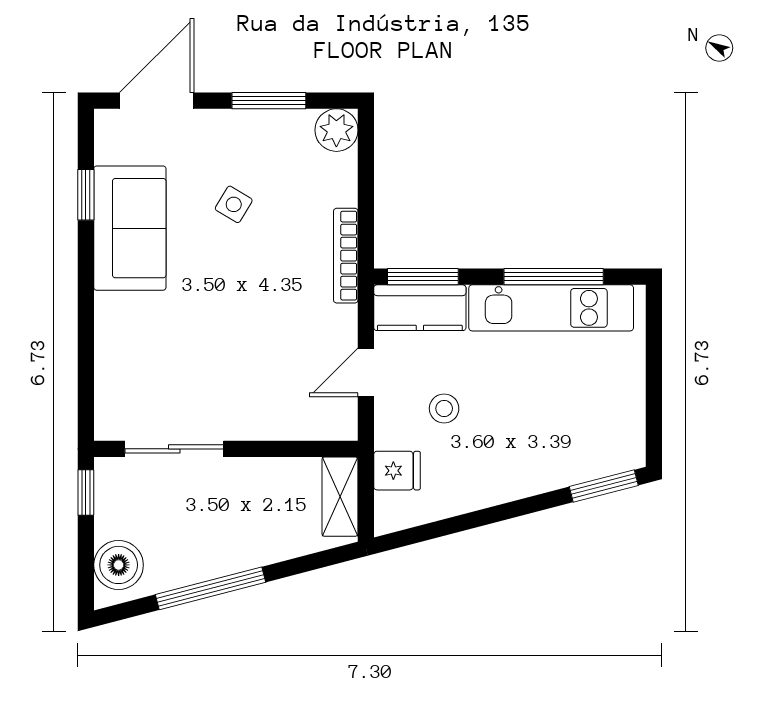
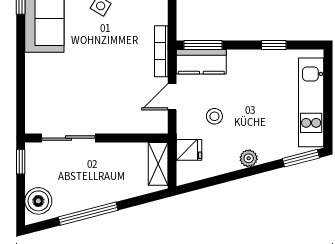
bookcase: (346, 256) -> (161, 51), moved
window: (554, 277) -> (274, 45), width x0.46
kitchen unit: (551, 308) -> (311, 102), moved, turned 90
plant: (507, 486) -> (249, 158), added

